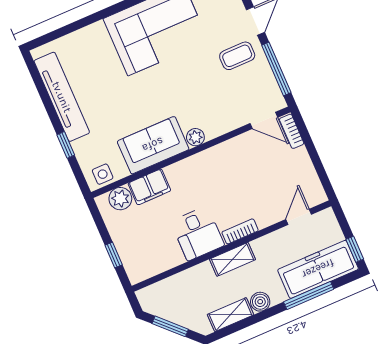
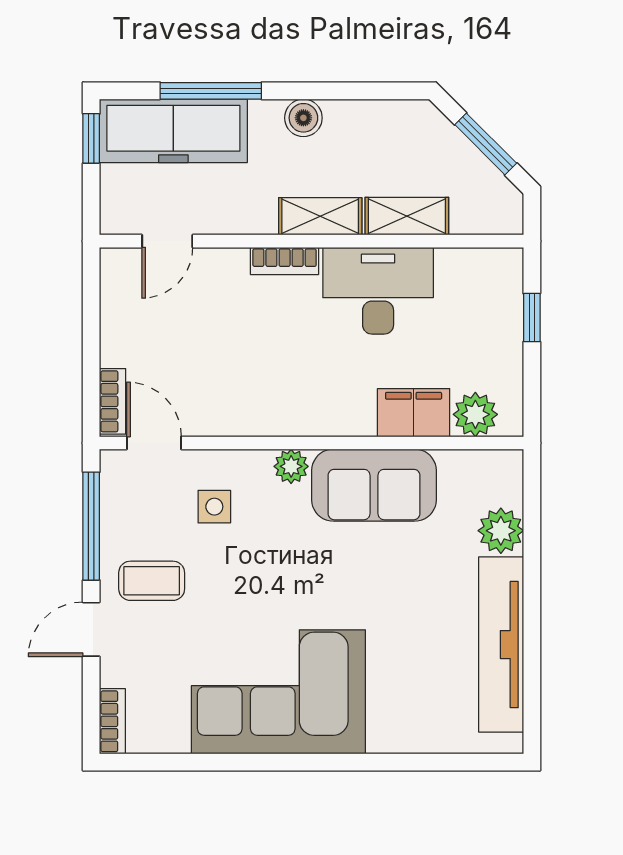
window: (66, 145) -> (532, 554), removed
plant: (85, 150) -> (501, 531), added
side table: (103, 174) -> (214, 507), moved
desk: (198, 233) -> (378, 291), width x1.37
shelving: (230, 315) -> (407, 216), moved

